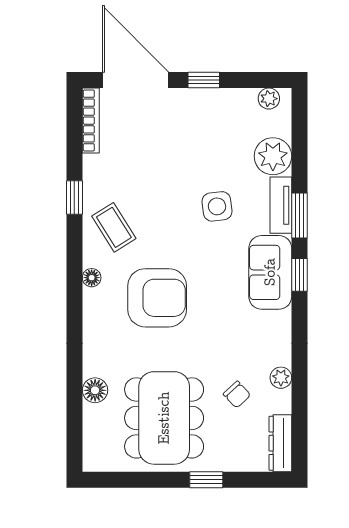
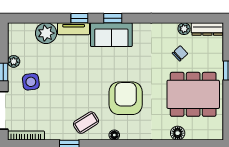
plant: (269, 99) -> (14, 61), moved
side table: (217, 206) -> (31, 82), moved
window: (300, 216) -> (79, 18), width x0.67
plant: (281, 378) -> (184, 29), moved

